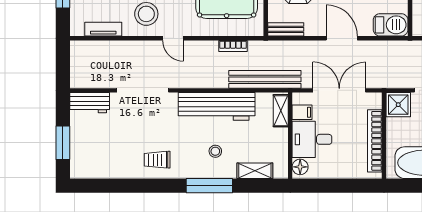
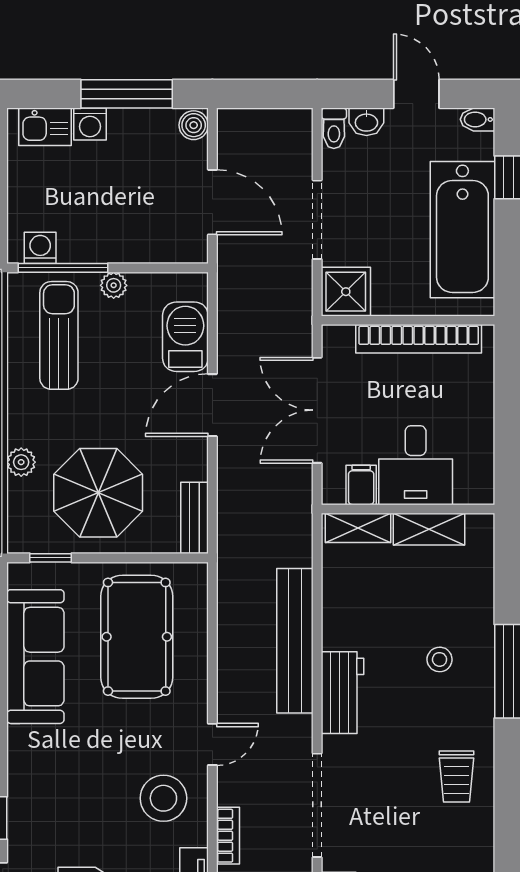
barbecue: (391, 25) -> (185, 337), moved
bookcase: (233, 46) -> (228, 836), moved
bench: (265, 79) -> (295, 641), moved
workbench: (217, 106) -> (343, 693), width x0.53, depth x0.76
floor lamp: (300, 167) -> (471, 489), removed
shelving: (255, 171) -> (429, 529), moved, turned 90

